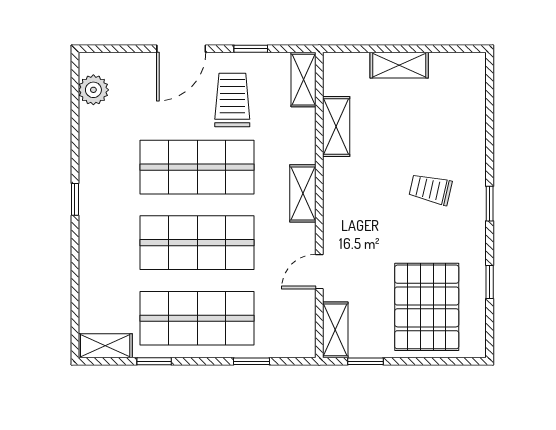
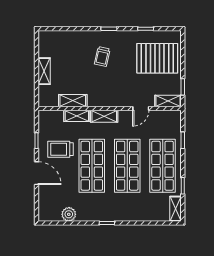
shelving: (303, 80) -> (77, 116), moved
plant: (93, 90) -> (69, 214), moved
door: (319, 272) -> (141, 109), hinge flipped

